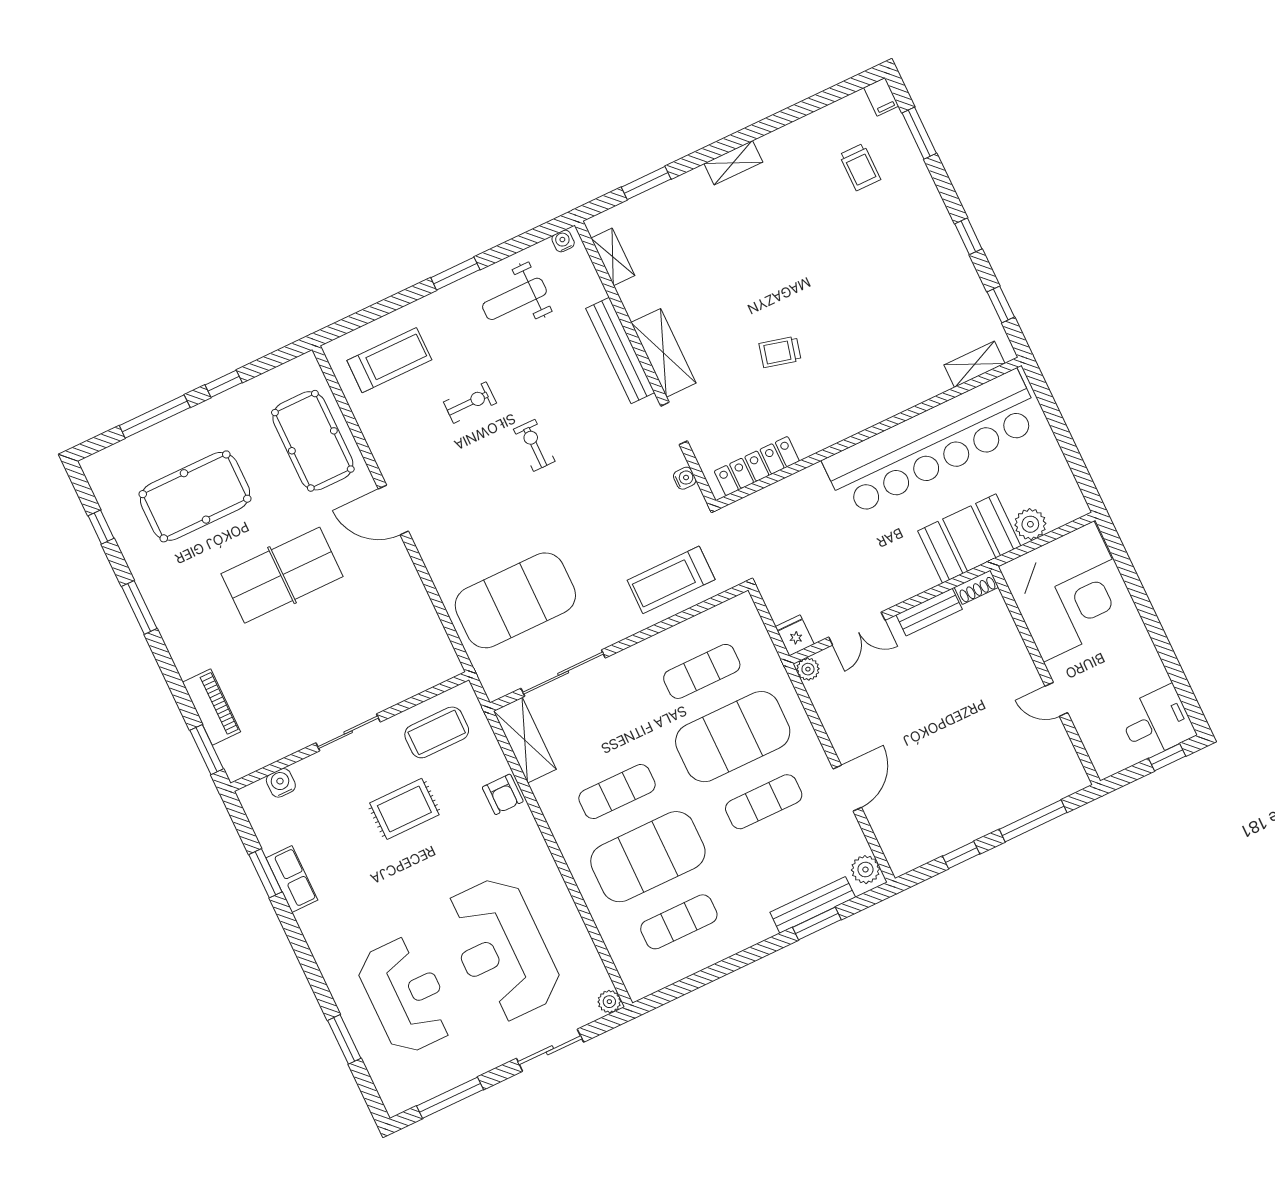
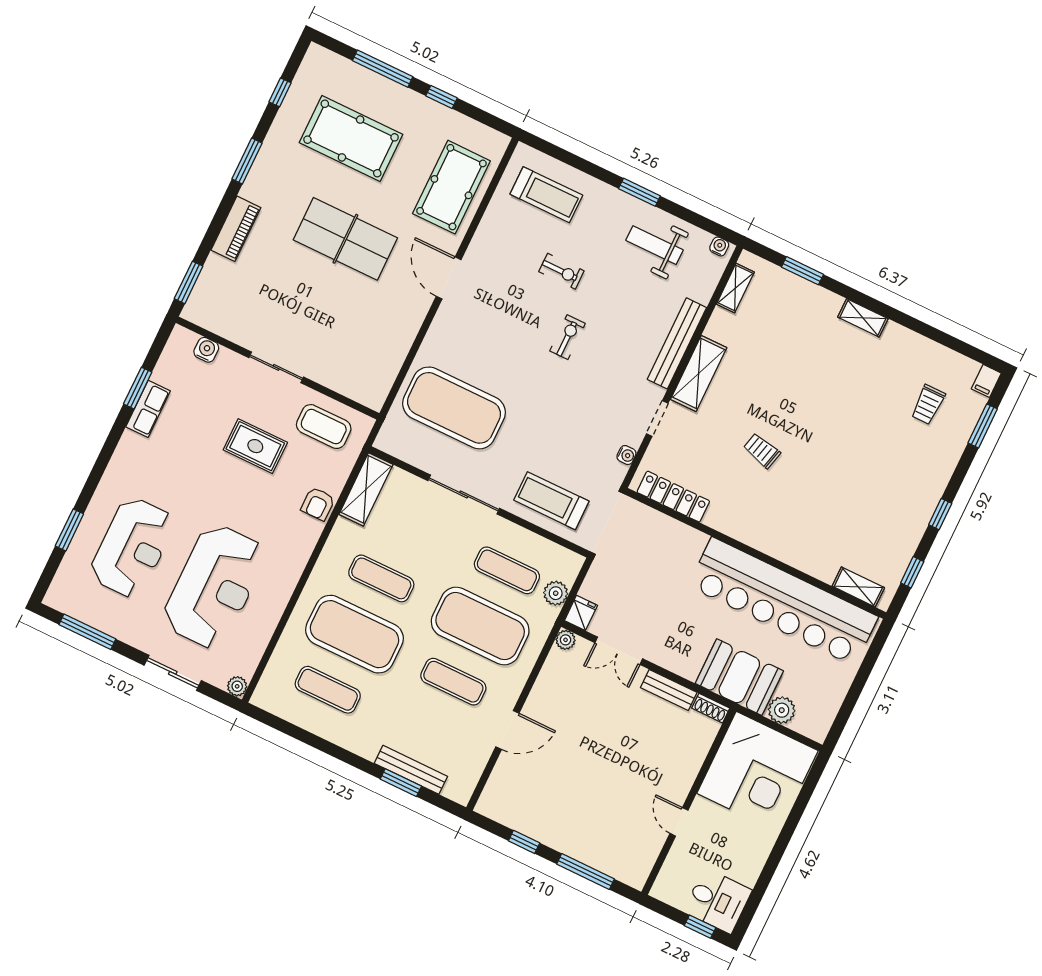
sliding door: (563, 673) -> (464, 494), moved
piano: (211, 707) -> (236, 229), moved
plant: (865, 870) -> (556, 593), moved
reception desk: (502, 949) -> (214, 586), turned 180

